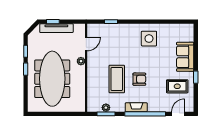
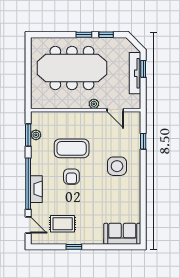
side table: (149, 39) -> (117, 166), moved
sofa: (185, 57) -> (122, 234), moved
rug: (177, 86) -> (63, 224), turned 90
fireplace: (136, 107) -> (36, 189), moved

